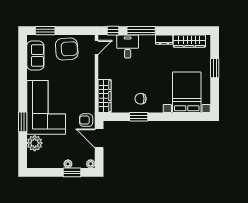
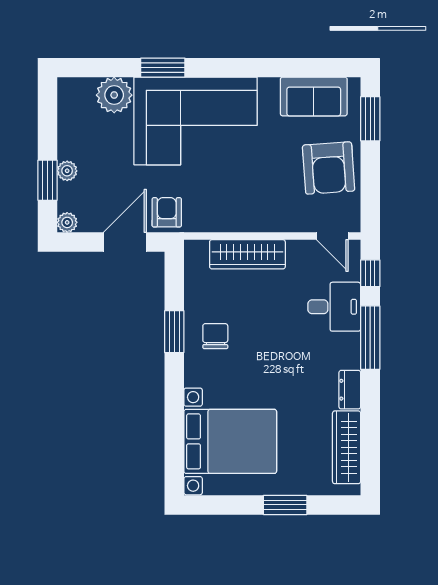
wardrobe: (105, 96) -> (247, 254), moved

